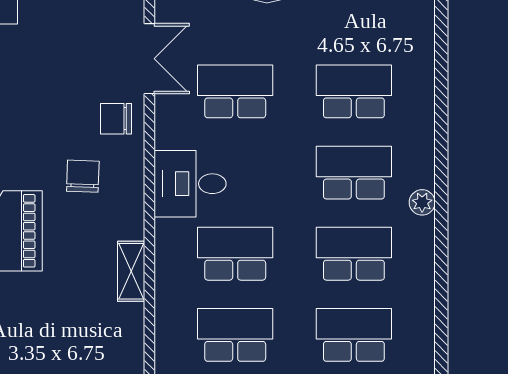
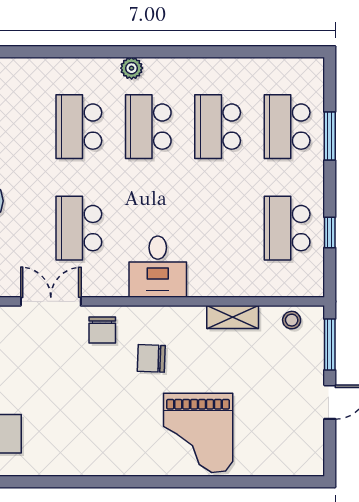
plant: (422, 202) -> (132, 68), moved
school desk: (235, 254) -> (218, 228), removed
stool: (128, 340) -> (292, 320), added

